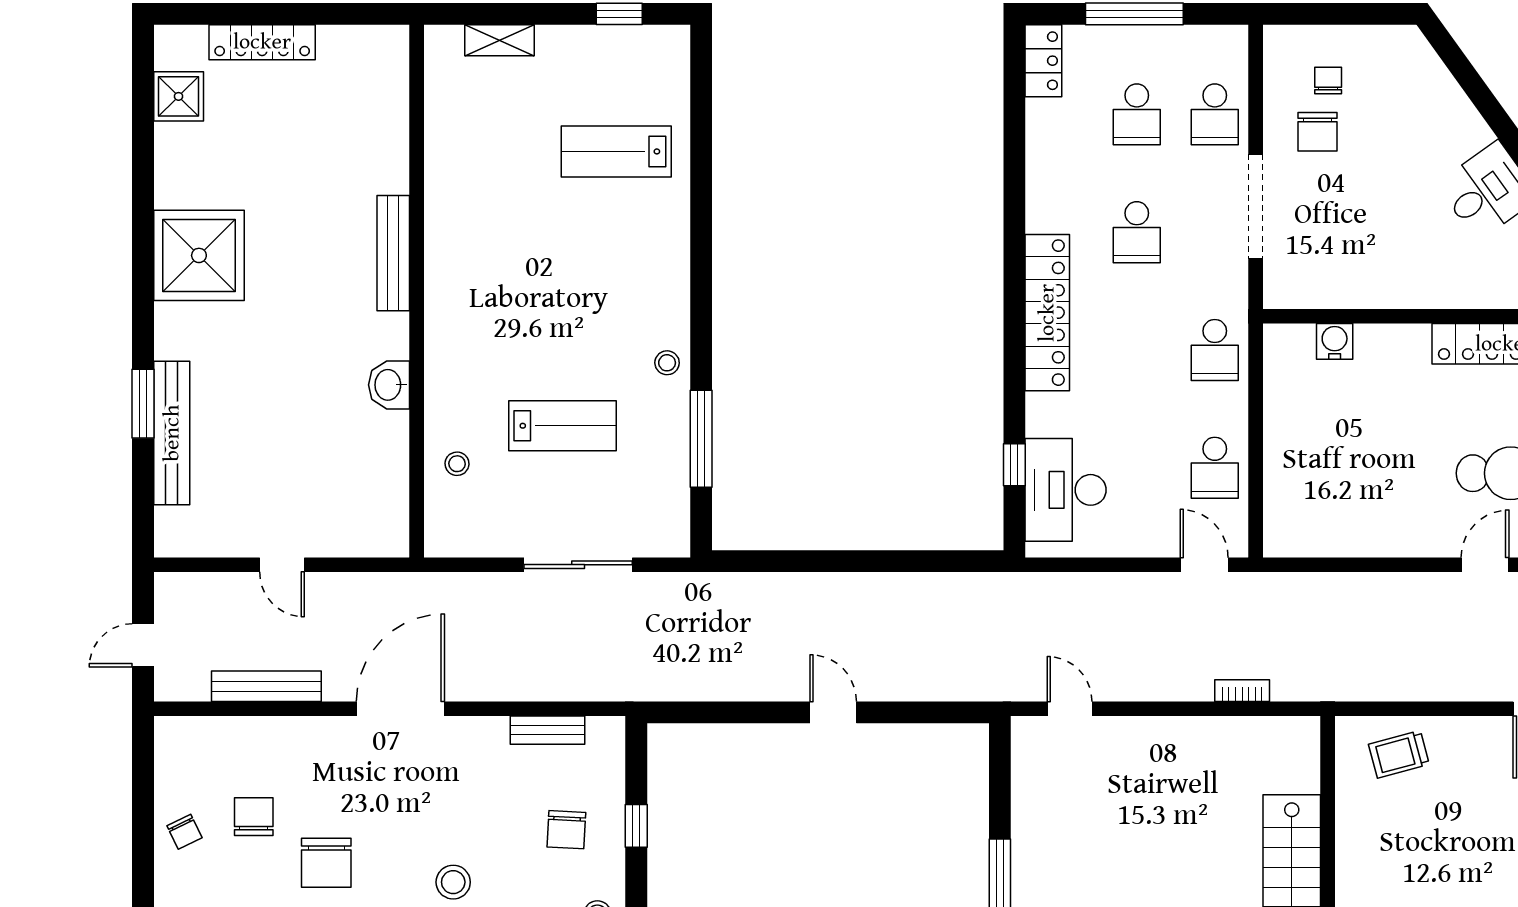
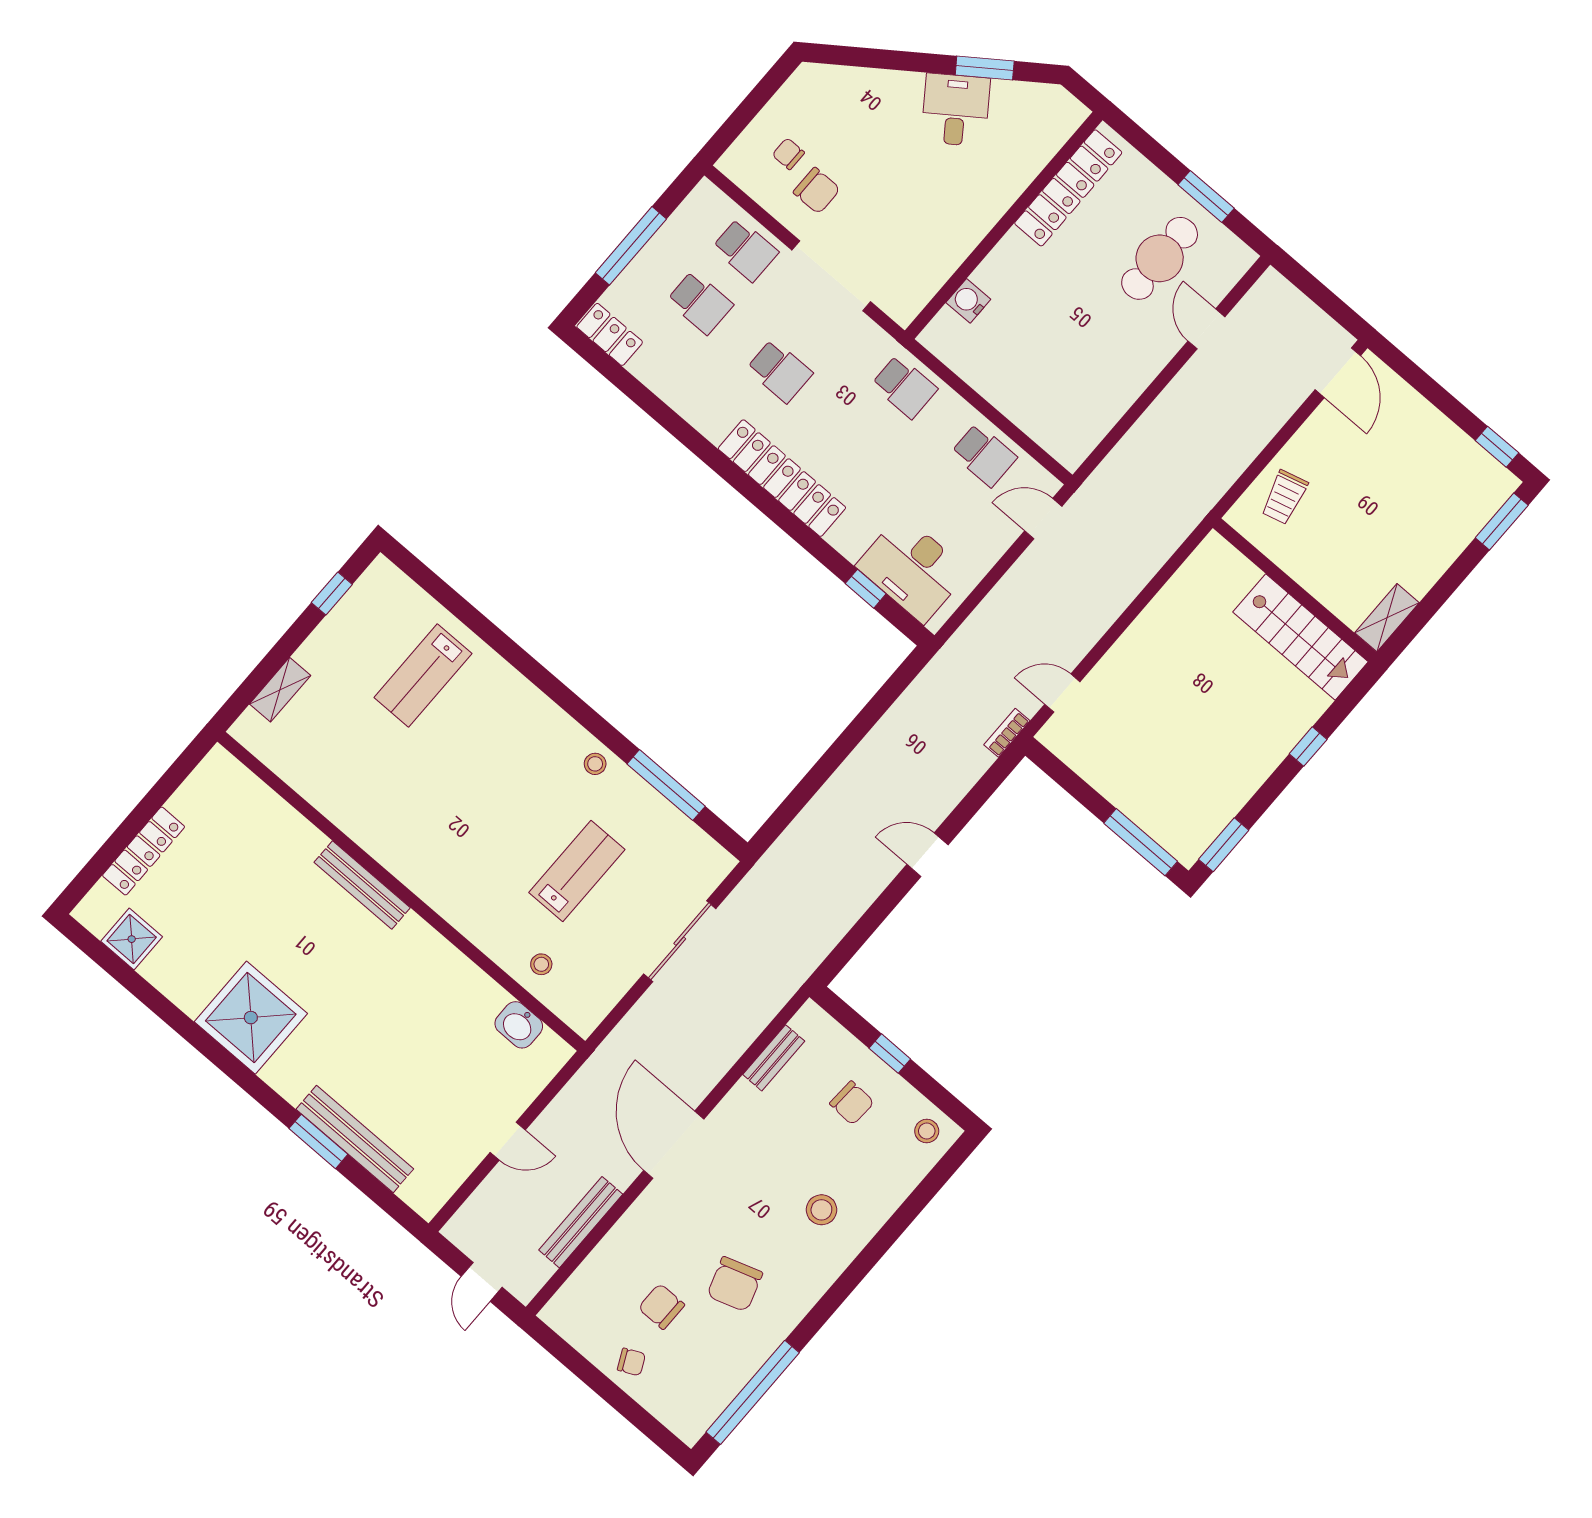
washbasin: (389, 385) -> (519, 1025), moved
bookcase: (1242, 691) -> (1007, 733), moved
chair: (326, 863) -> (735, 1284), turned 72

